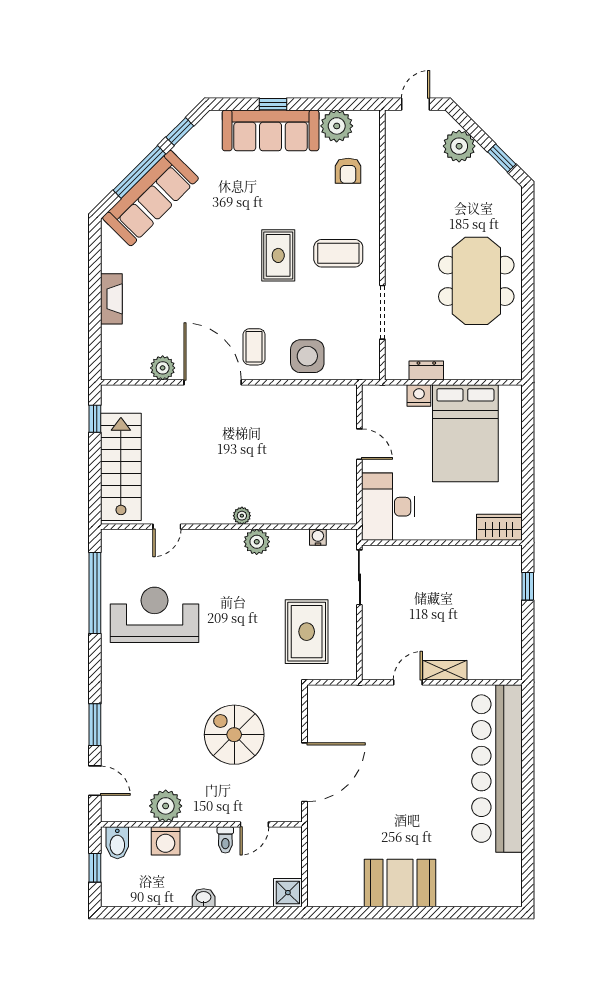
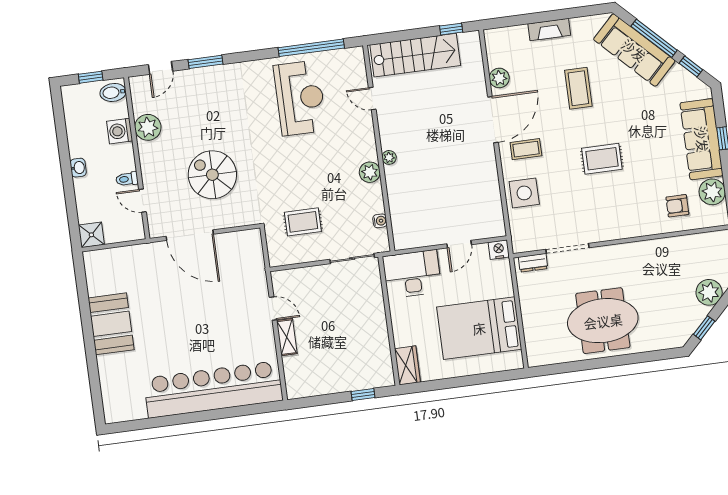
coffee table: (338, 253) -> (578, 88), moved
dresser: (426, 370) -> (533, 263), moved, turned 90
nightstand: (419, 396) -> (499, 250), moved, turned -90
rug: (307, 632) -> (303, 222), width x0.73, depth x0.70
spiral stairs: (234, 735) -> (212, 175), turned -90

